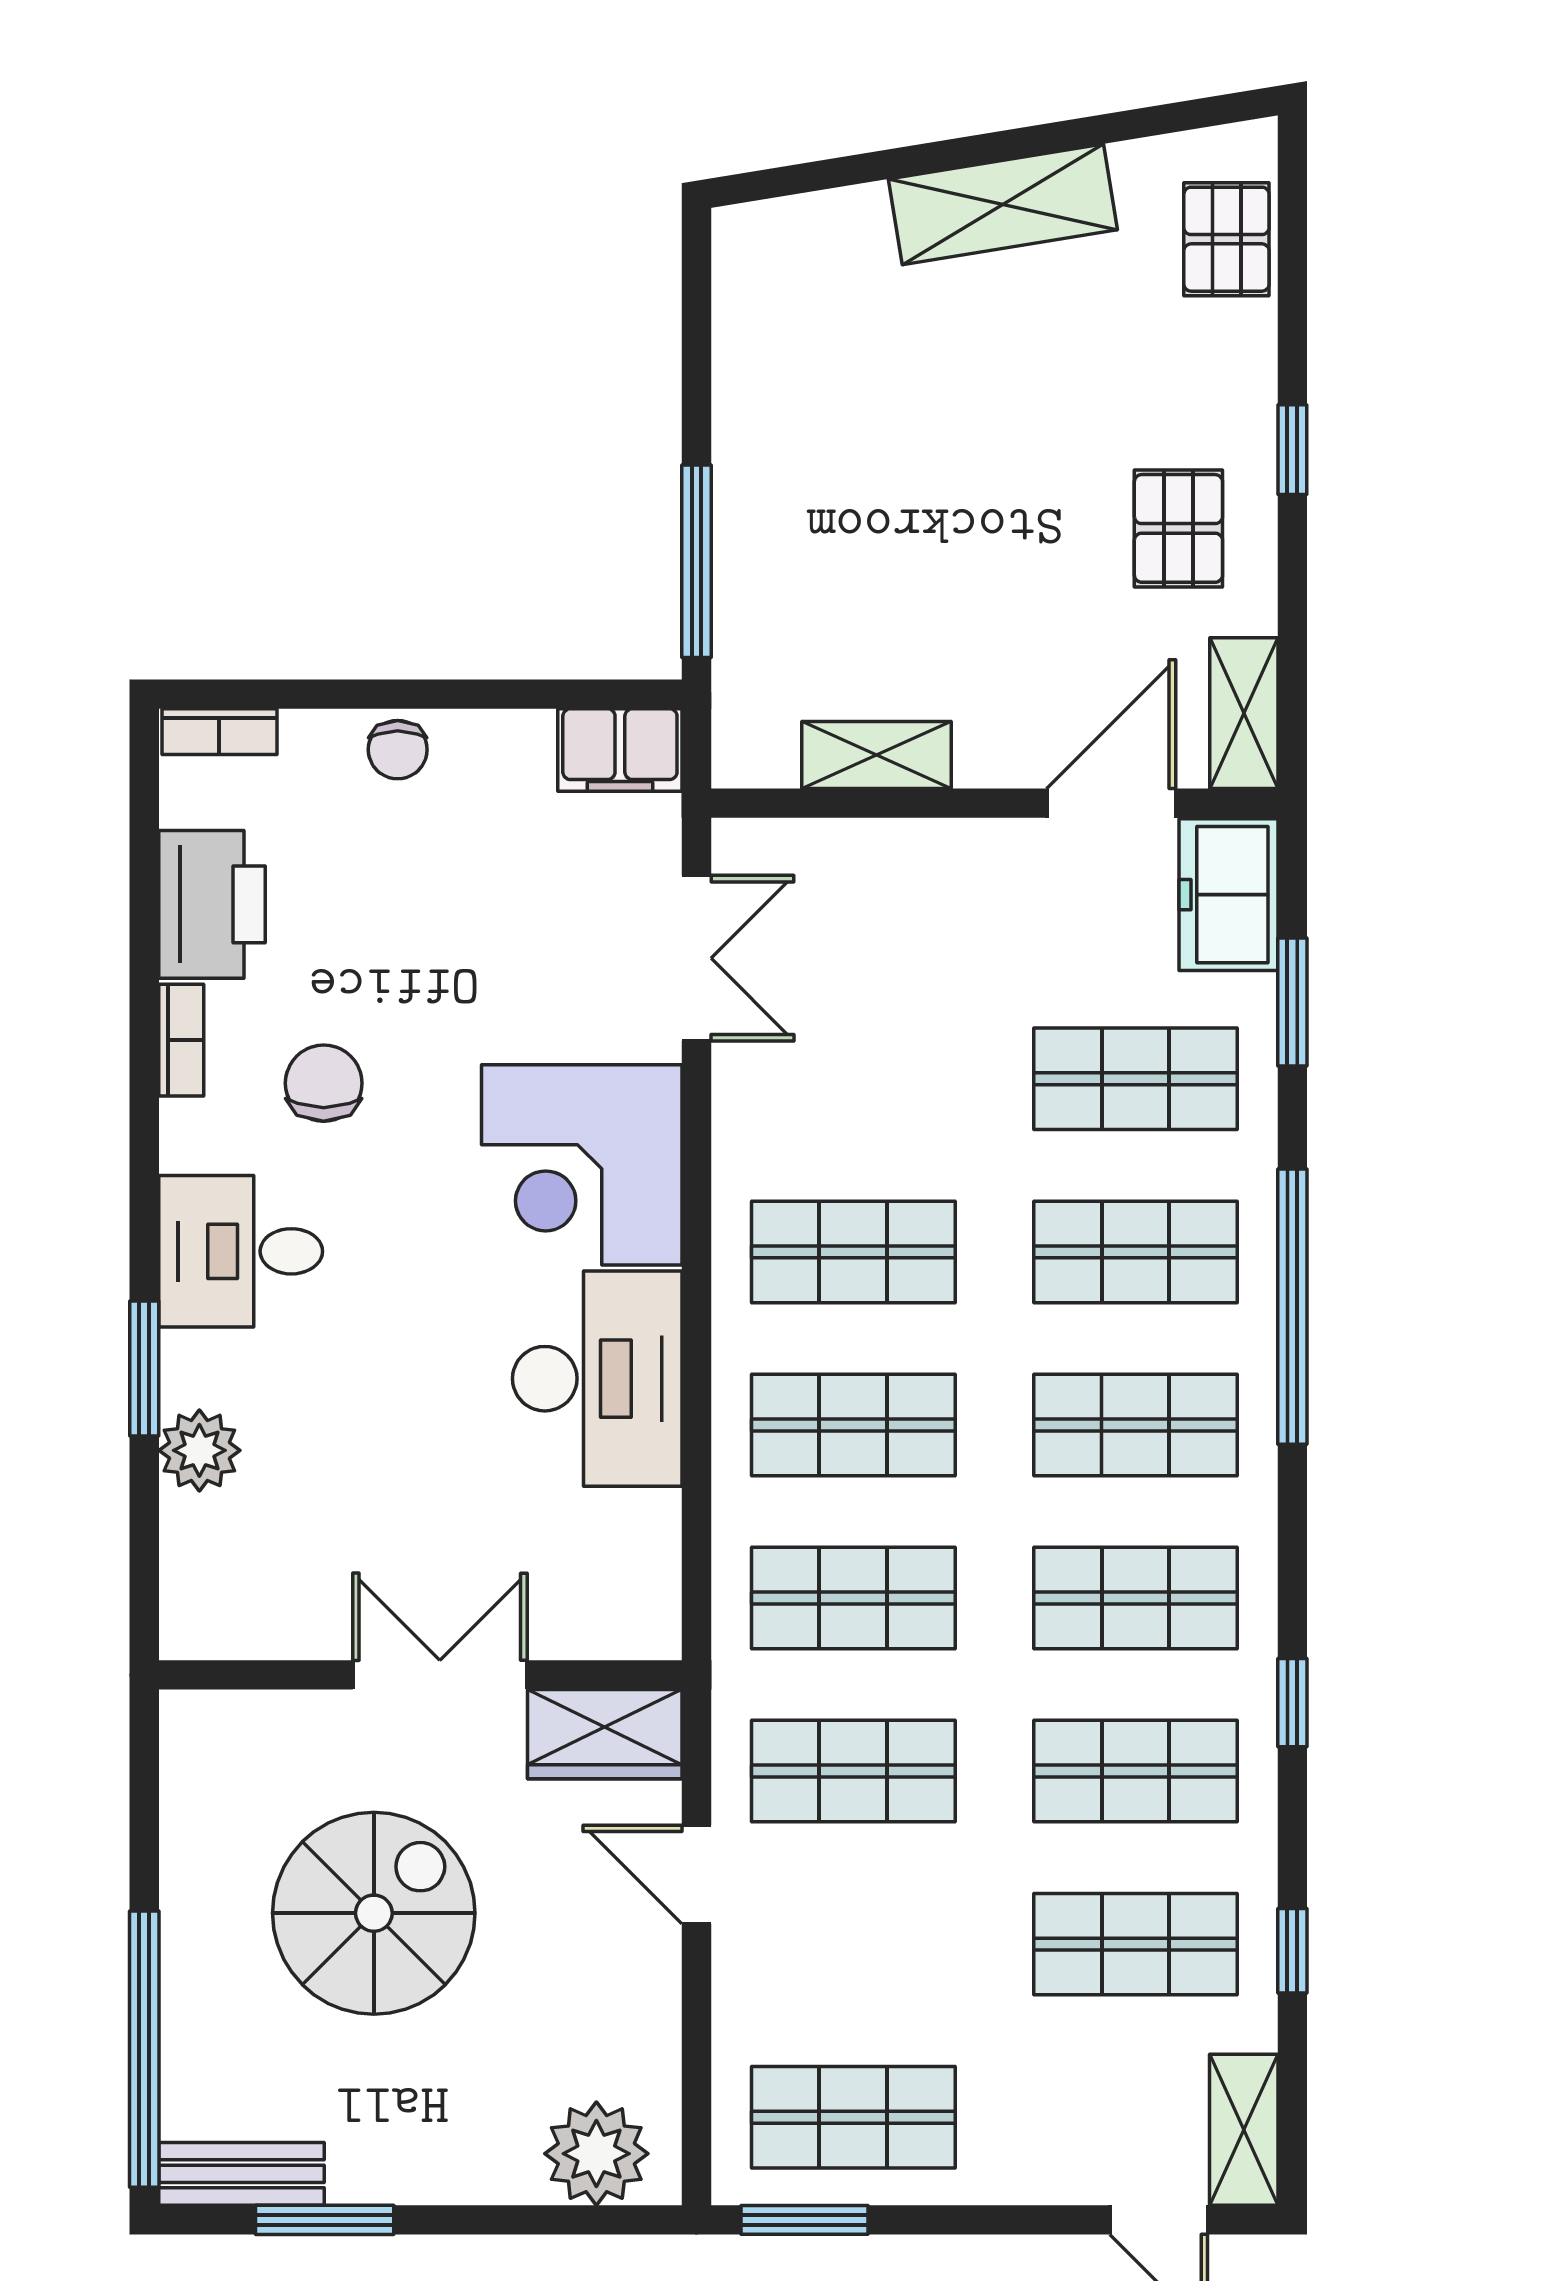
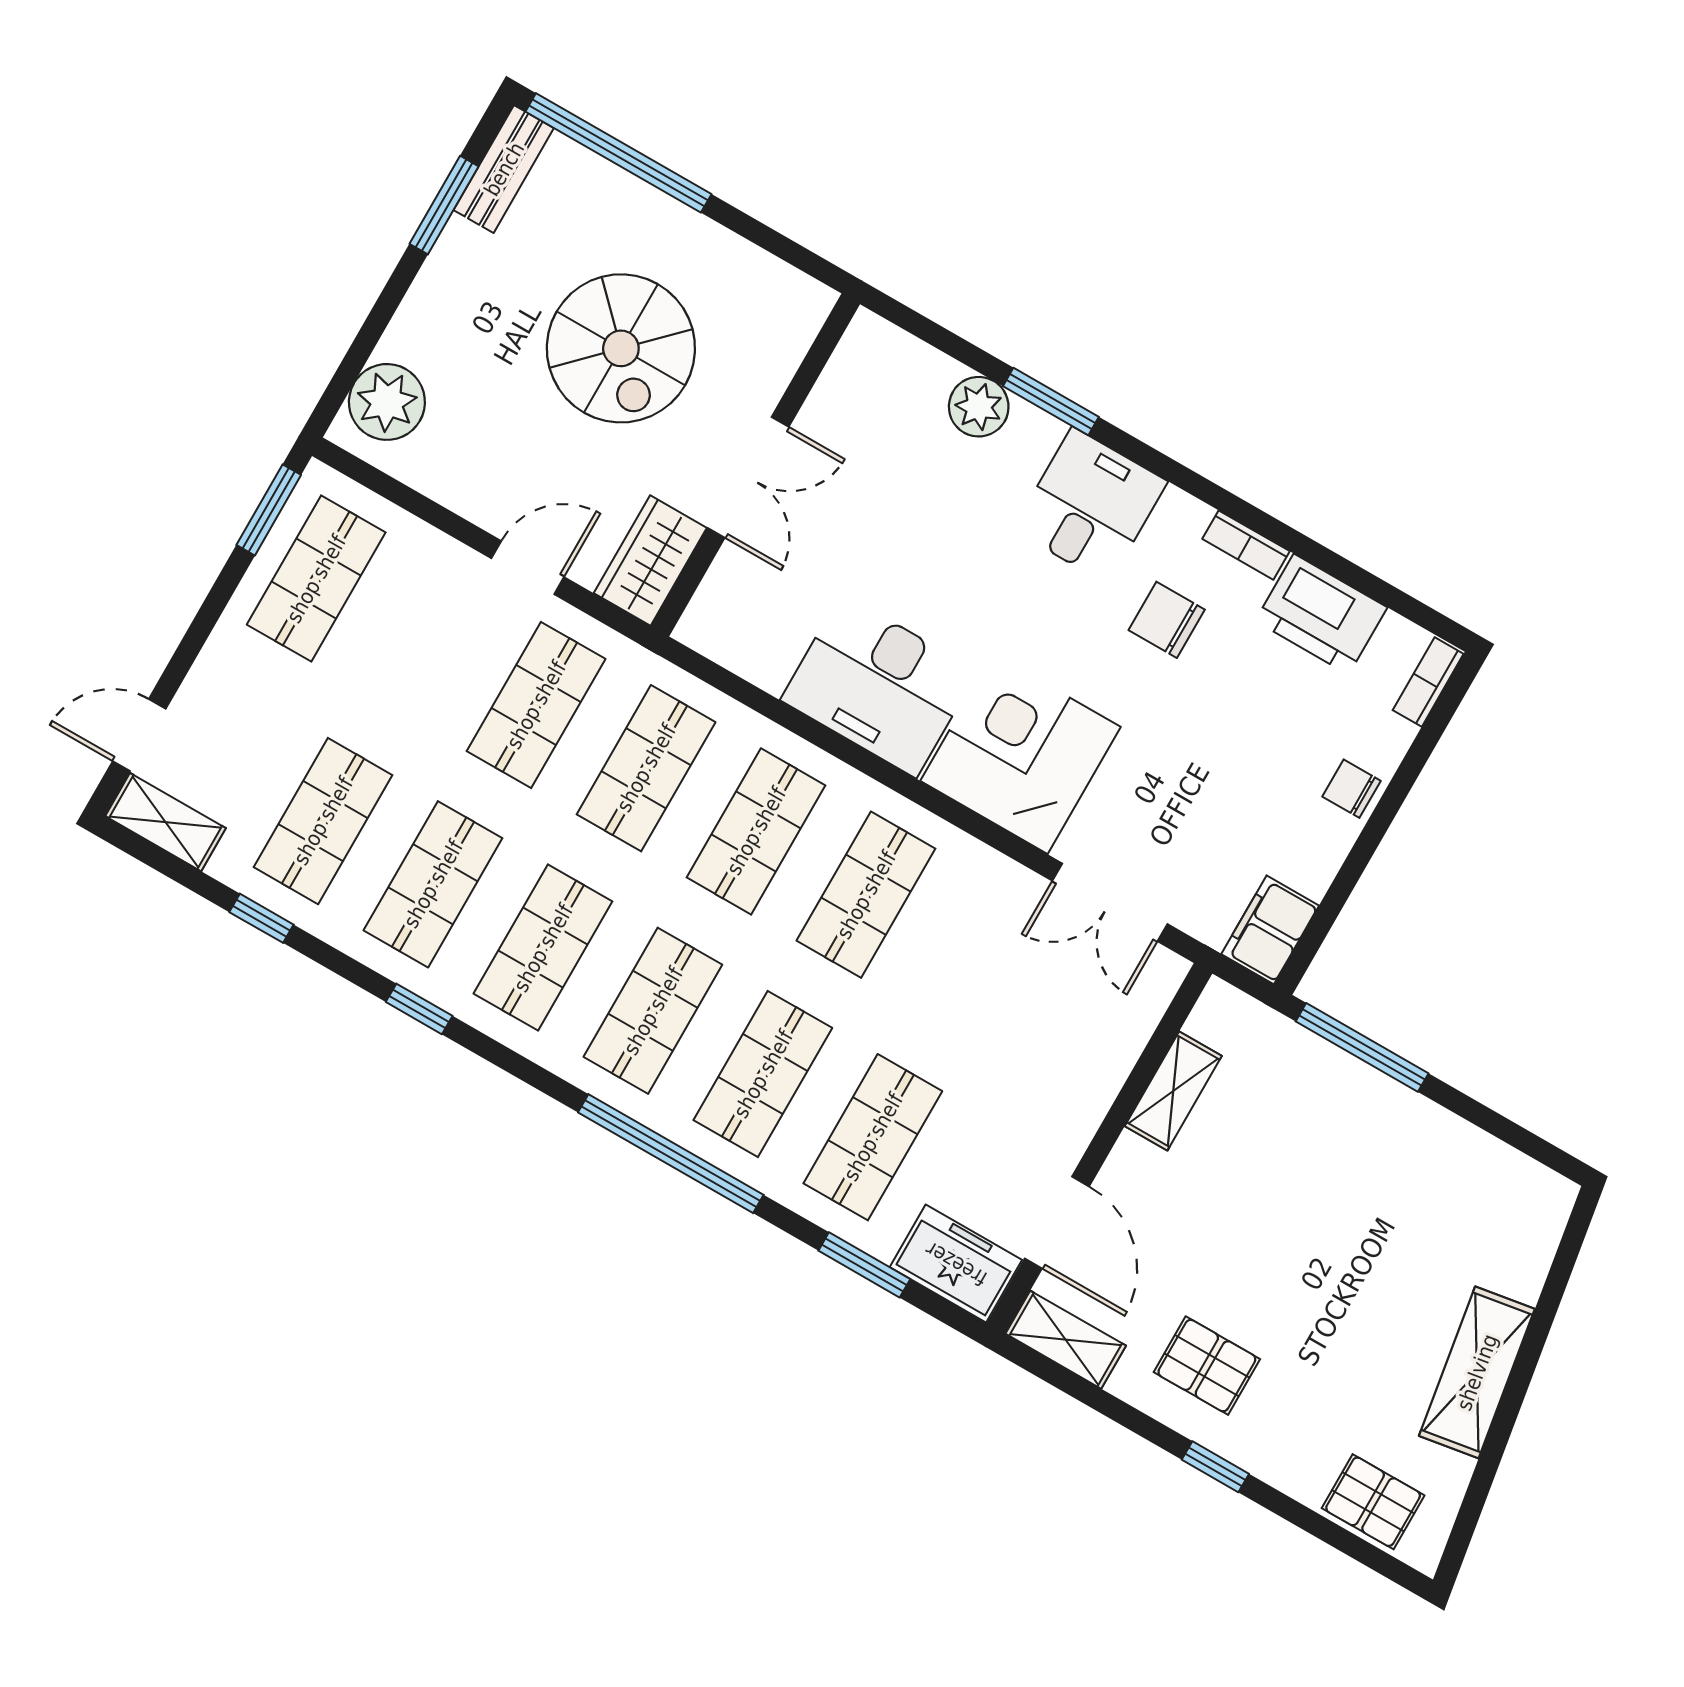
chair: (324, 1083) -> (1167, 620), turned 180

